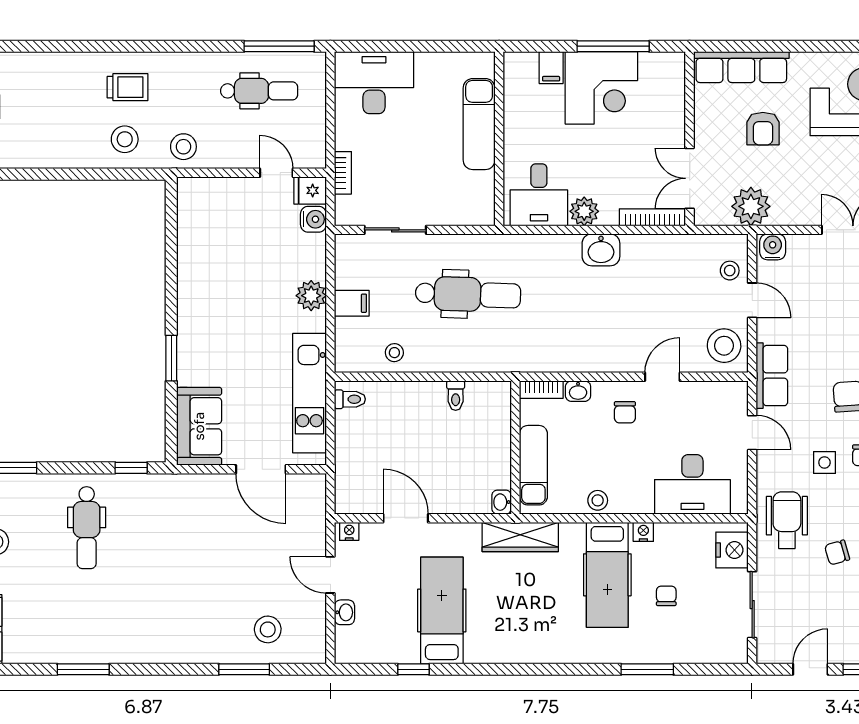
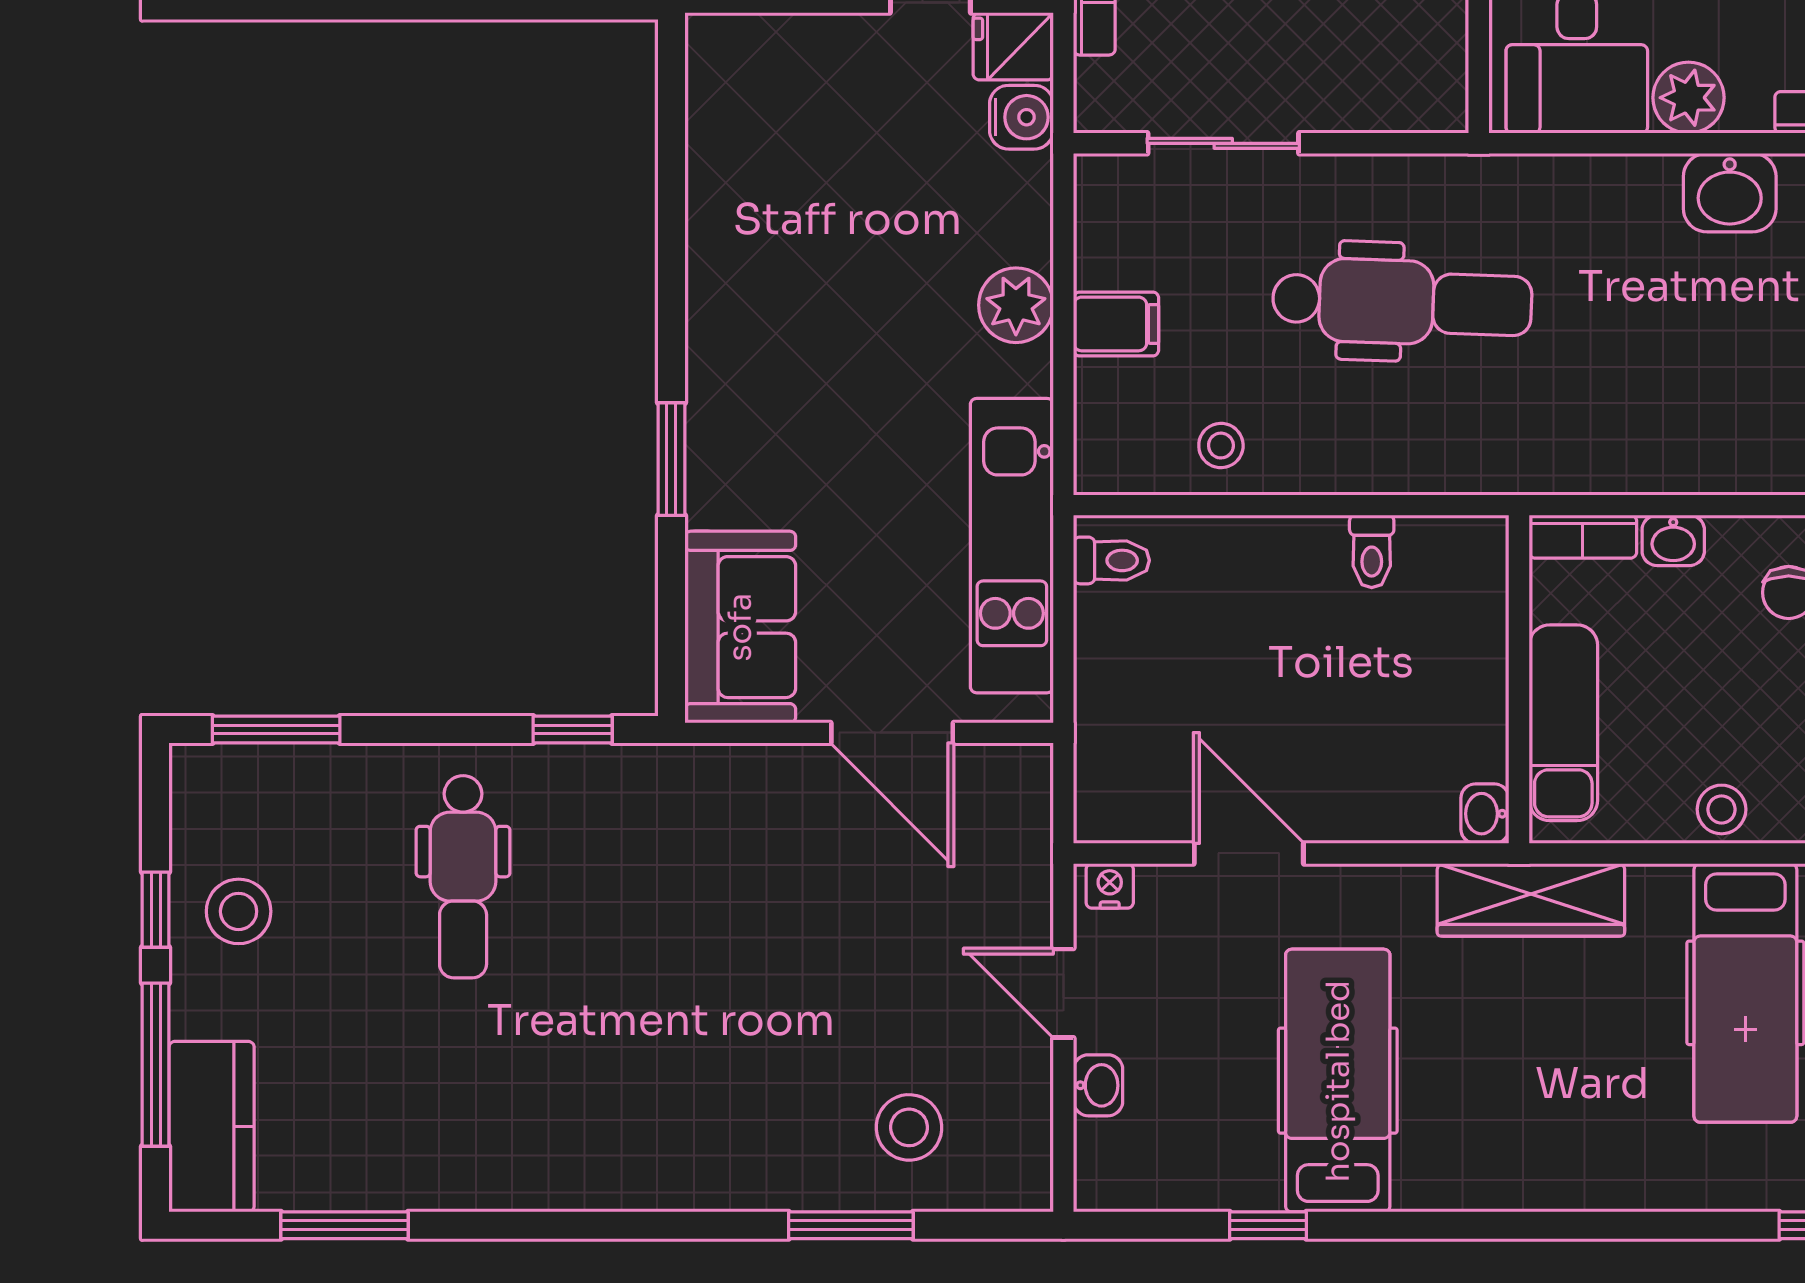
window: (83, 669) -> (345, 1225), moved

